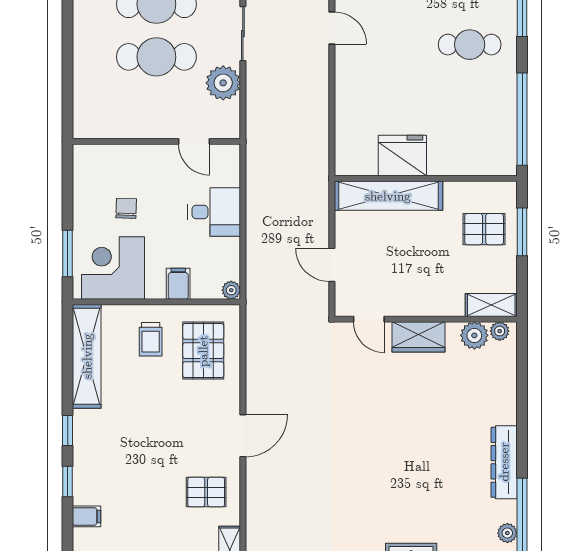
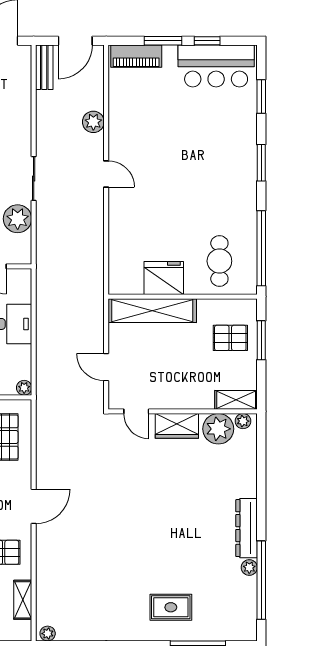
cafe table: (470, 45) -> (219, 261), moved, turned 90
plant: (474, 335) -> (218, 429), width x1.36, depth x1.36
plant: (507, 533) -> (249, 568), moved

